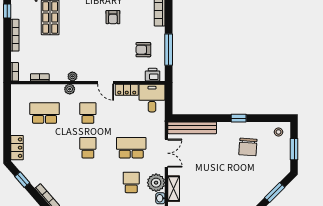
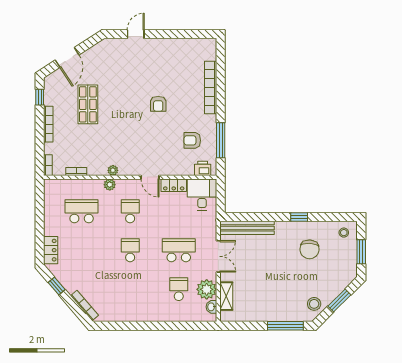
stool: (252, 196) -> (314, 304), added

